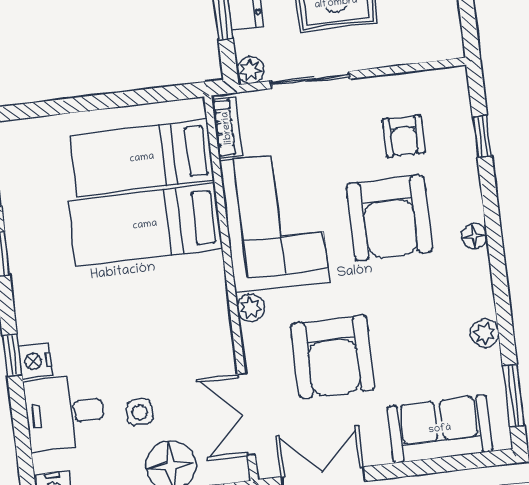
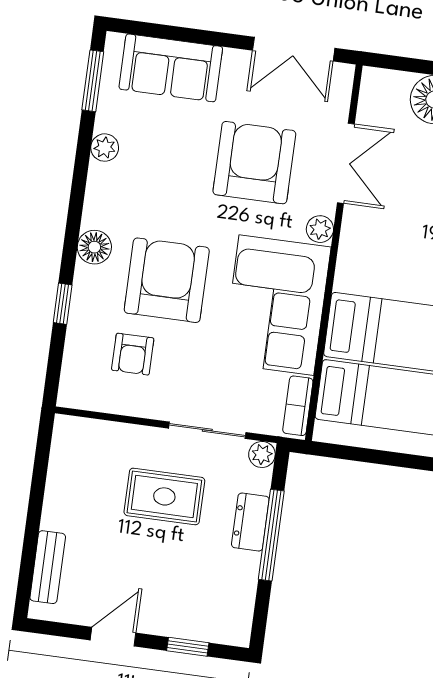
armchair: (404, 136) -> (133, 354), turned 180
window: (482, 137) -> (63, 304), moved
floor lamp: (474, 236) -> (94, 247), width x1.37, depth x1.37
double door: (246, 415) -> (346, 163), moved

